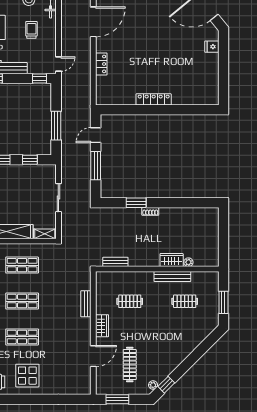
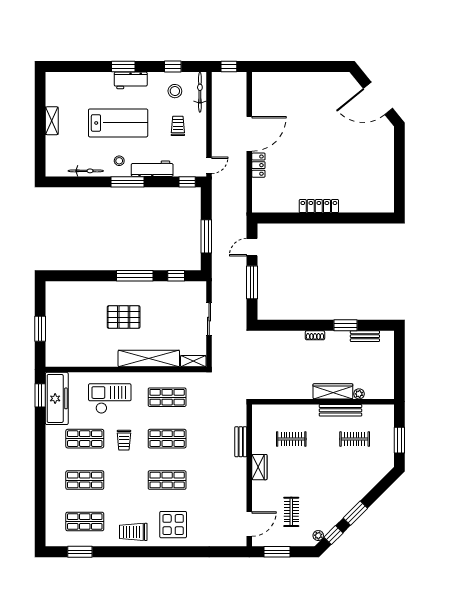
door: (93, 22) -> (249, 134), moved
fridge: (212, 47) -> (386, 145), removed
window: (136, 203) -> (346, 325), moved
wardrobe: (172, 260) -> (333, 391), width x1.50
bench: (115, 262) -> (365, 336), moved
door: (93, 356) -> (249, 524), moved
clothes rail: (130, 365) -> (291, 512), width x0.73
window: (185, 366) -> (355, 513), added

